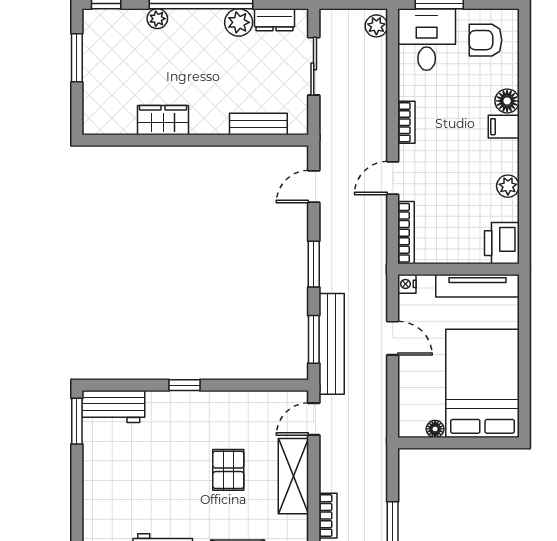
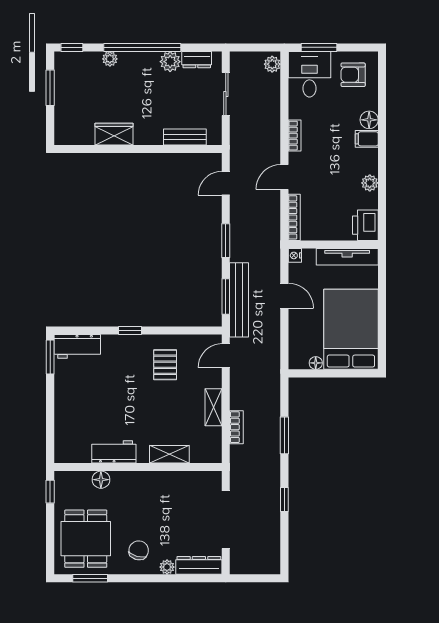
pallet: (228, 470) -> (165, 365), moved
shelving: (293, 476) -> (214, 407), width x0.67, depth x0.75

